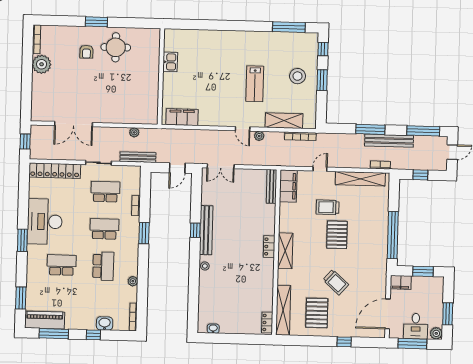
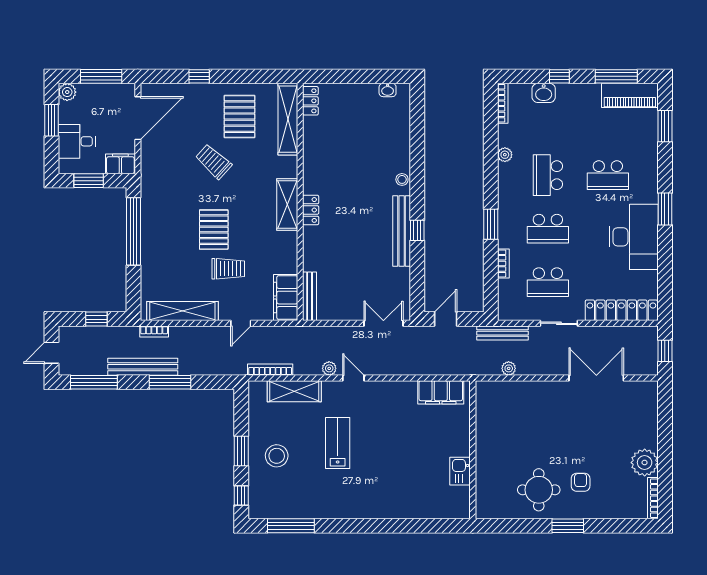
desk: (416, 326) -> (77, 141), moved, turned -90

